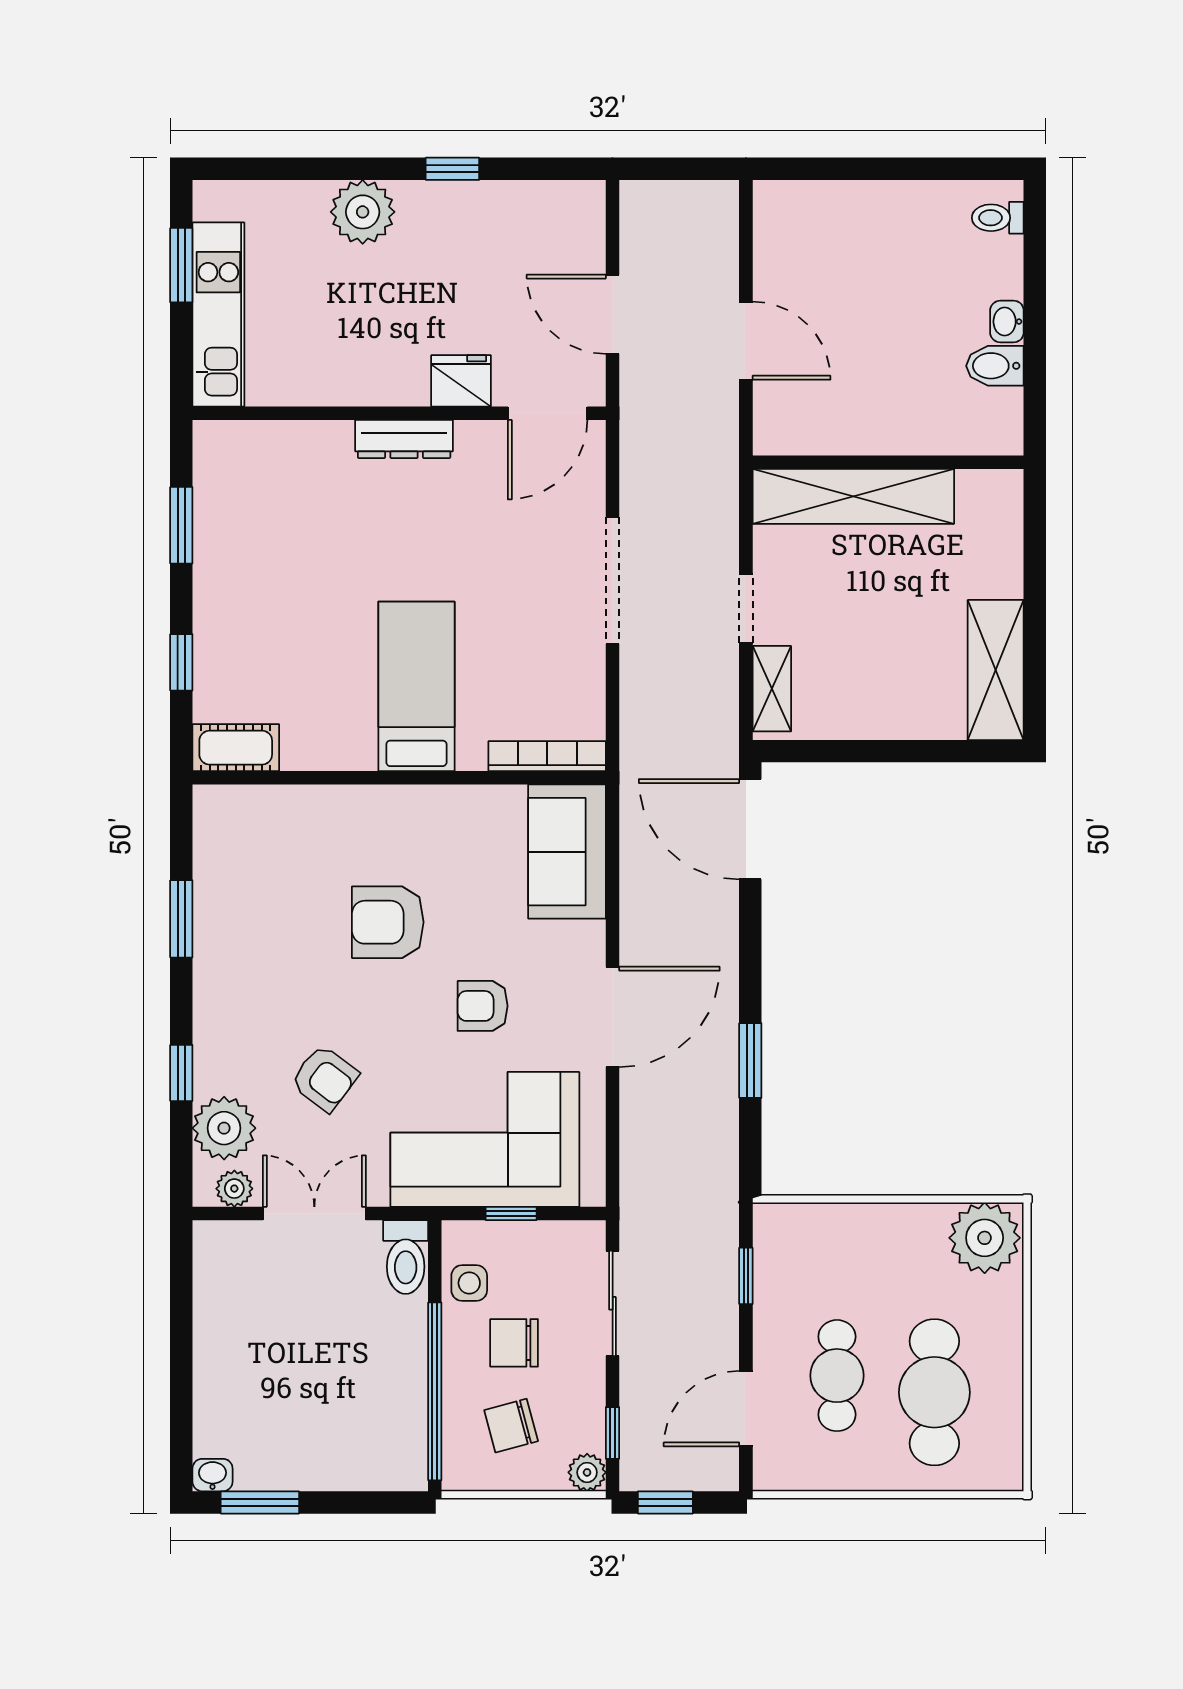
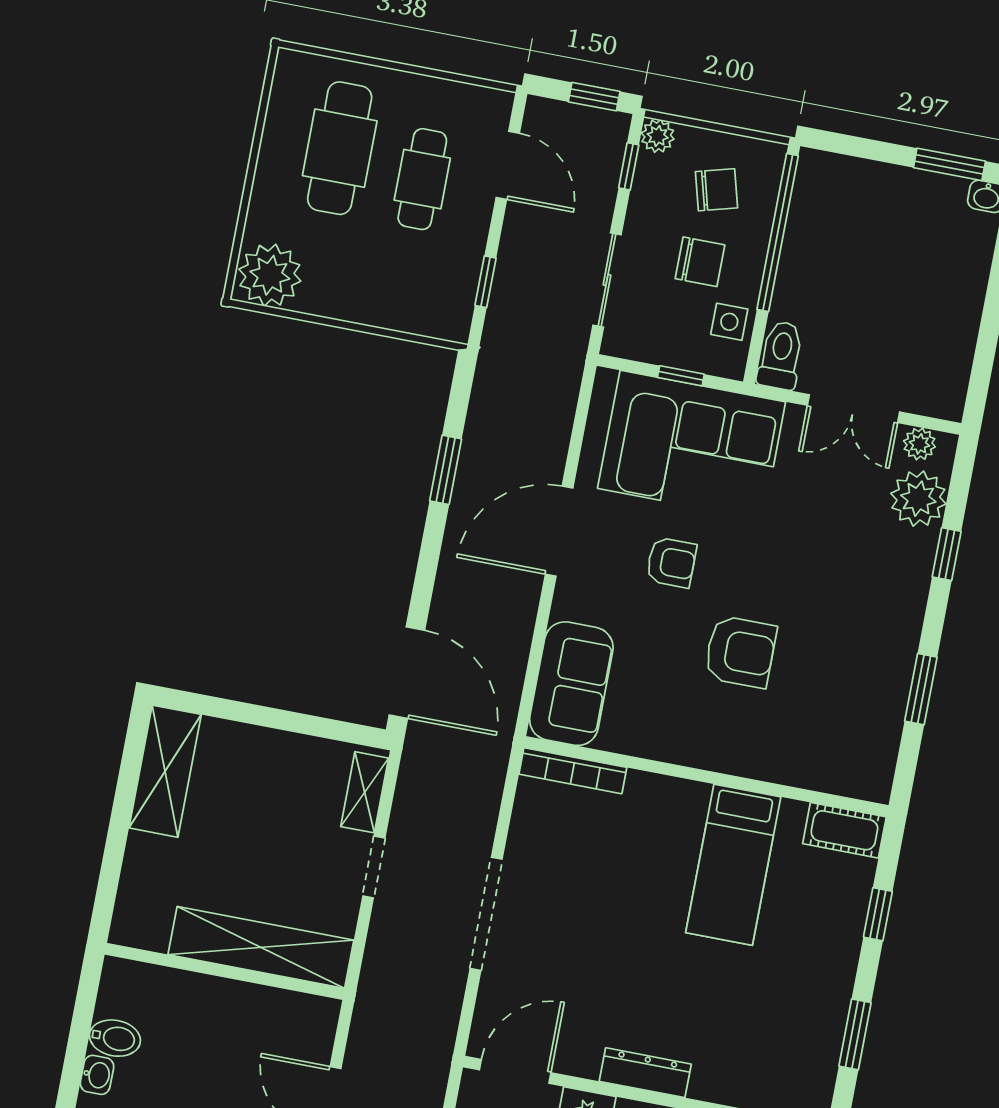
bed: (416, 686) -> (733, 865), moved
armchair: (325, 1078) -> (822, 525), removed
door: (746, 1409) -> (508, 165), hinge flipped

